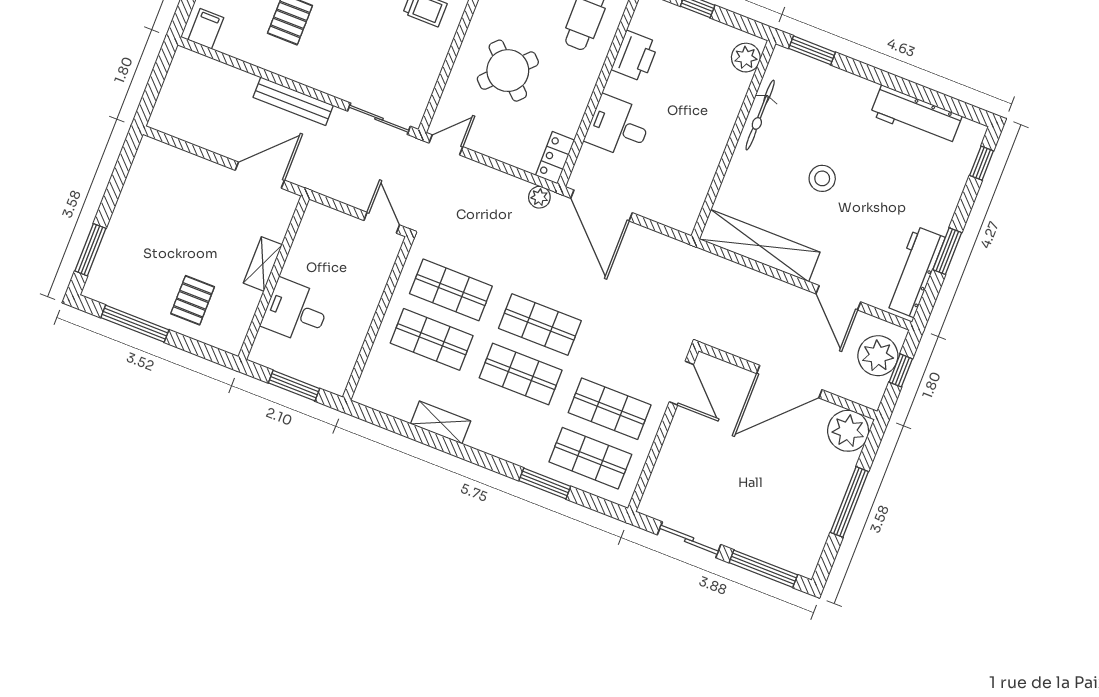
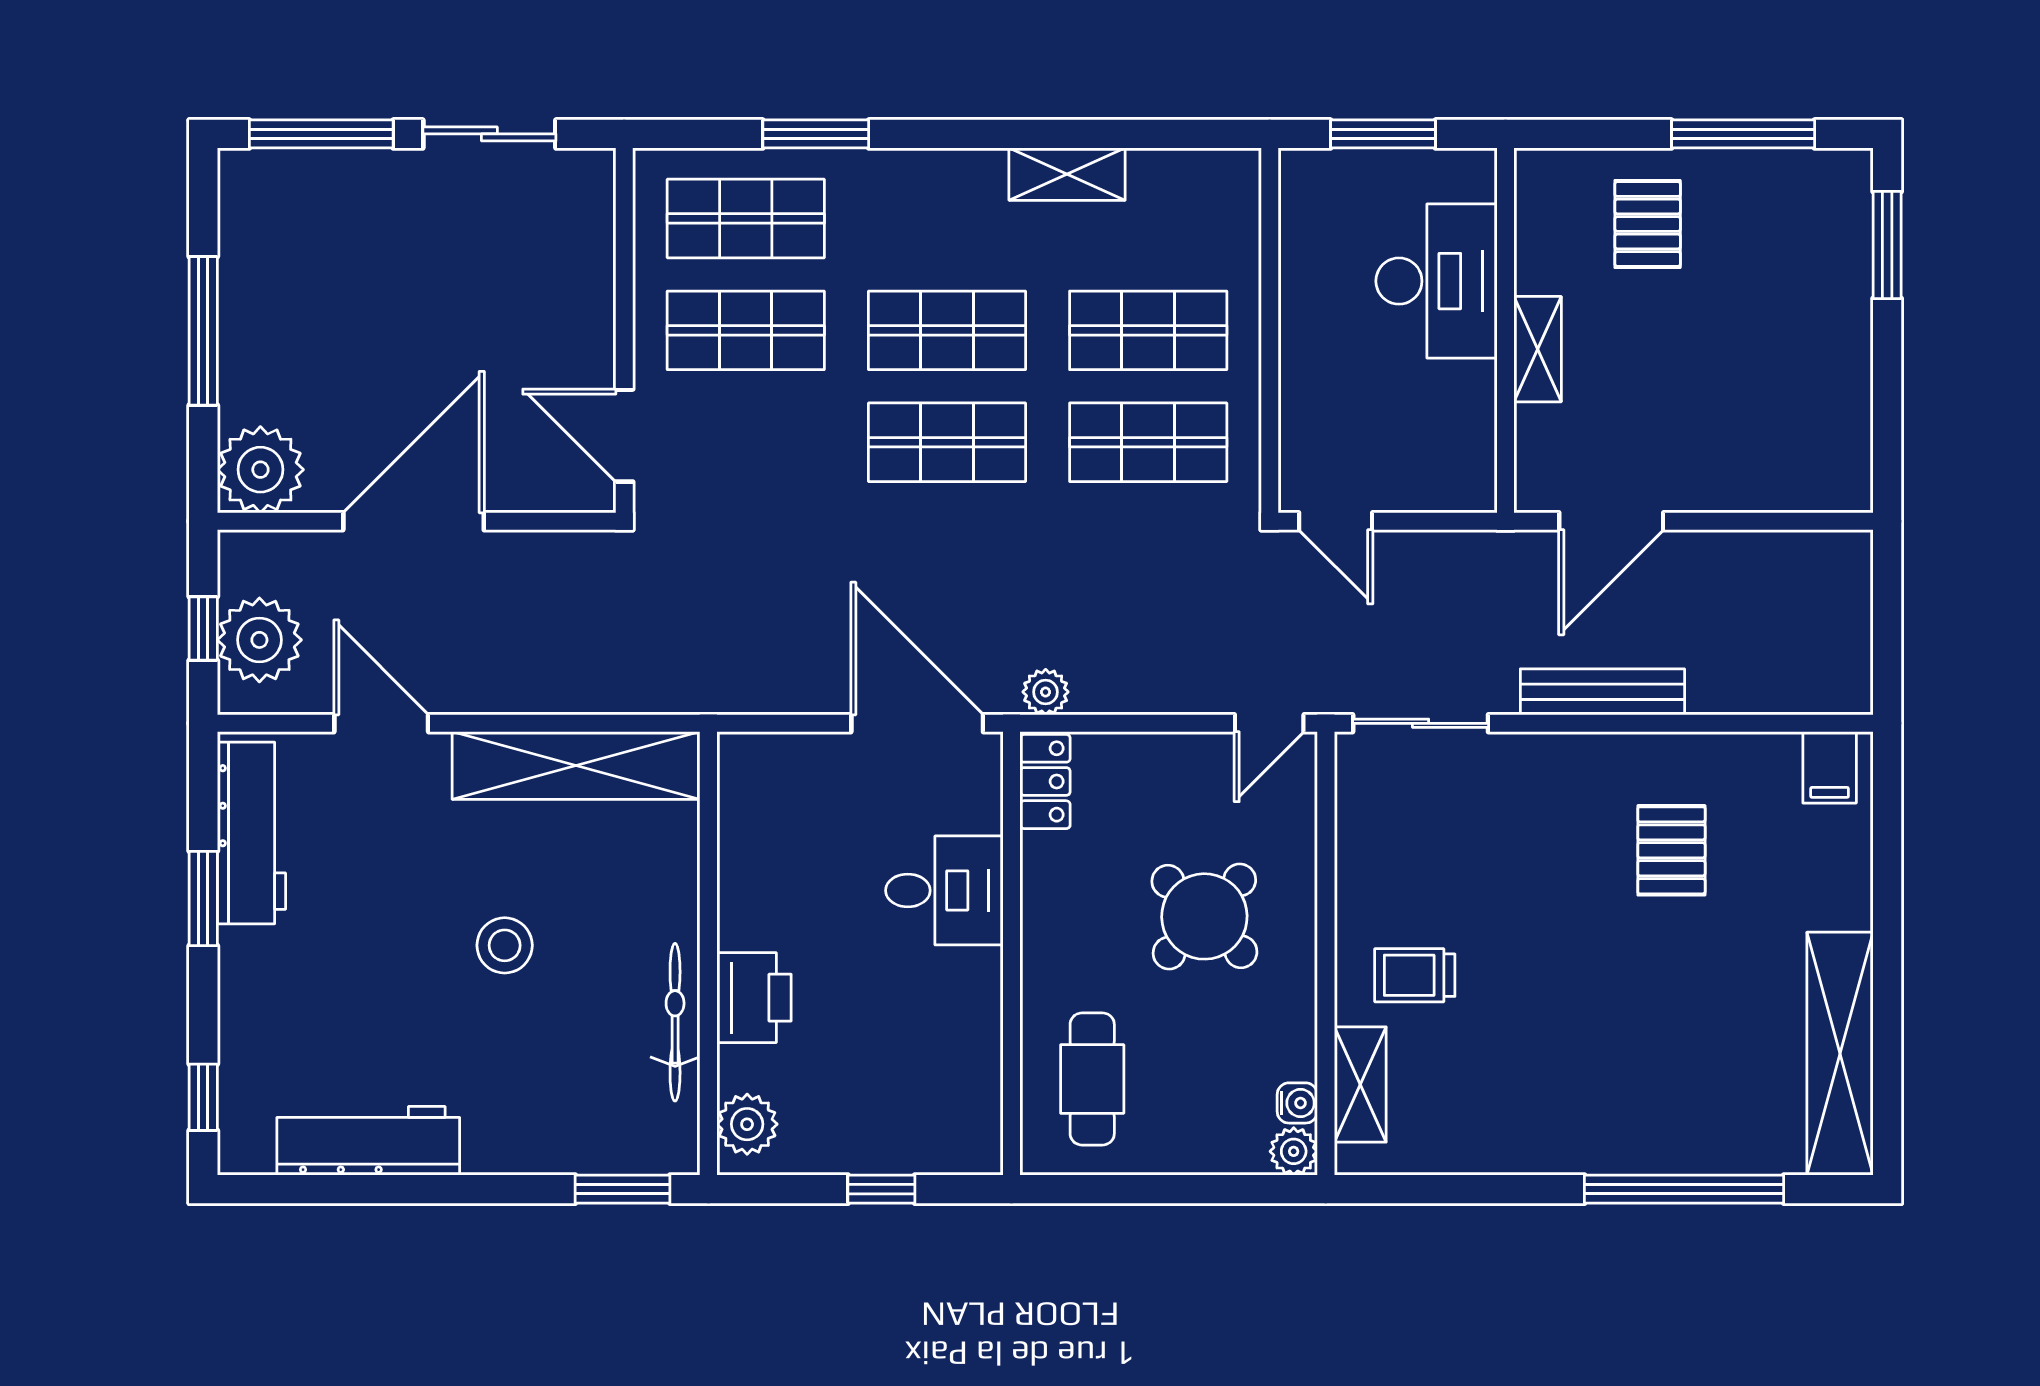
printer: (635, 56) -> (754, 998), moved, turned 180
desk: (296, 311) -> (1436, 281), width x1.37

